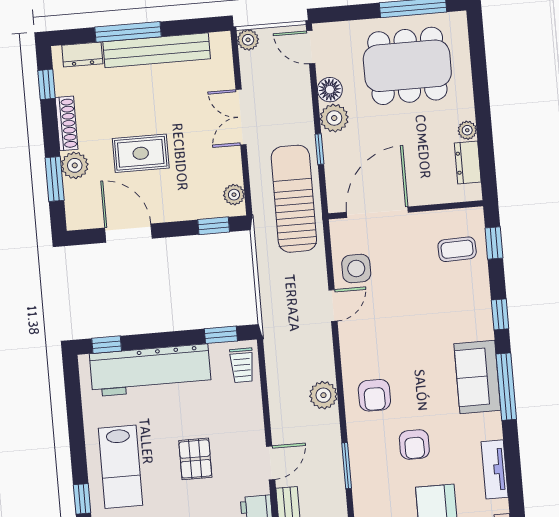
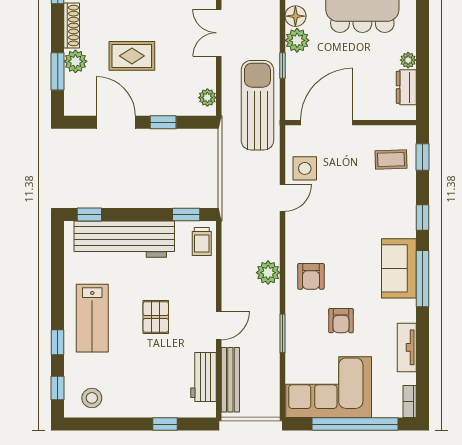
window: (214, 226) -> (163, 122), moved

